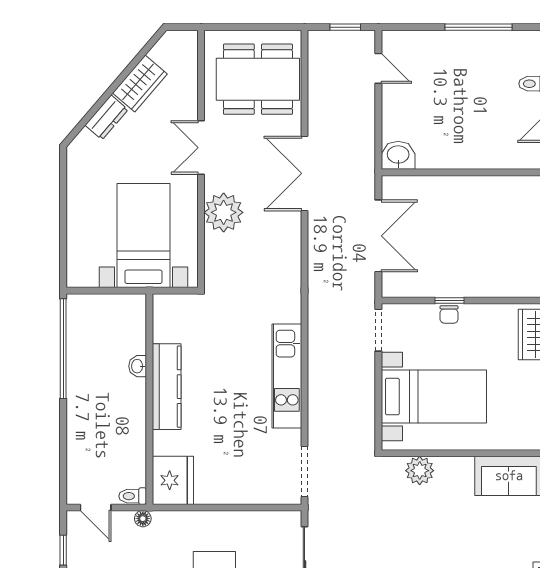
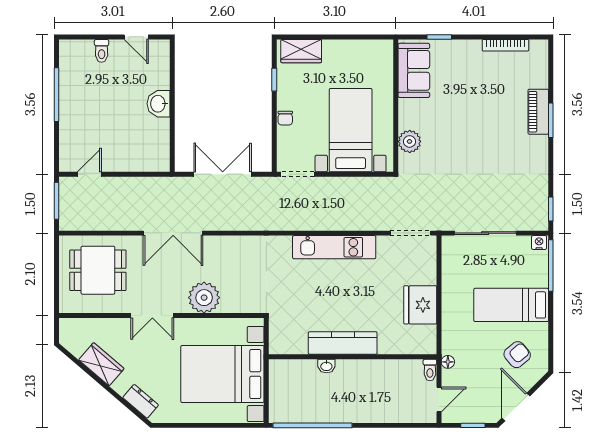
window: (345, 27) -> (56, 201), width x1.50
dining table: (258, 79) -> (98, 270), width x0.73
dresser: (107, 117) -> (141, 401), moved
washbasin: (398, 155) -> (159, 104), moved
bed with nightstands: (143, 236) -> (222, 374), width x1.36
window: (449, 301) -> (274, 80), moved
chair: (449, 314) -> (285, 118), turned 90
fridge: (173, 480) -> (420, 305), moved, turned -90

